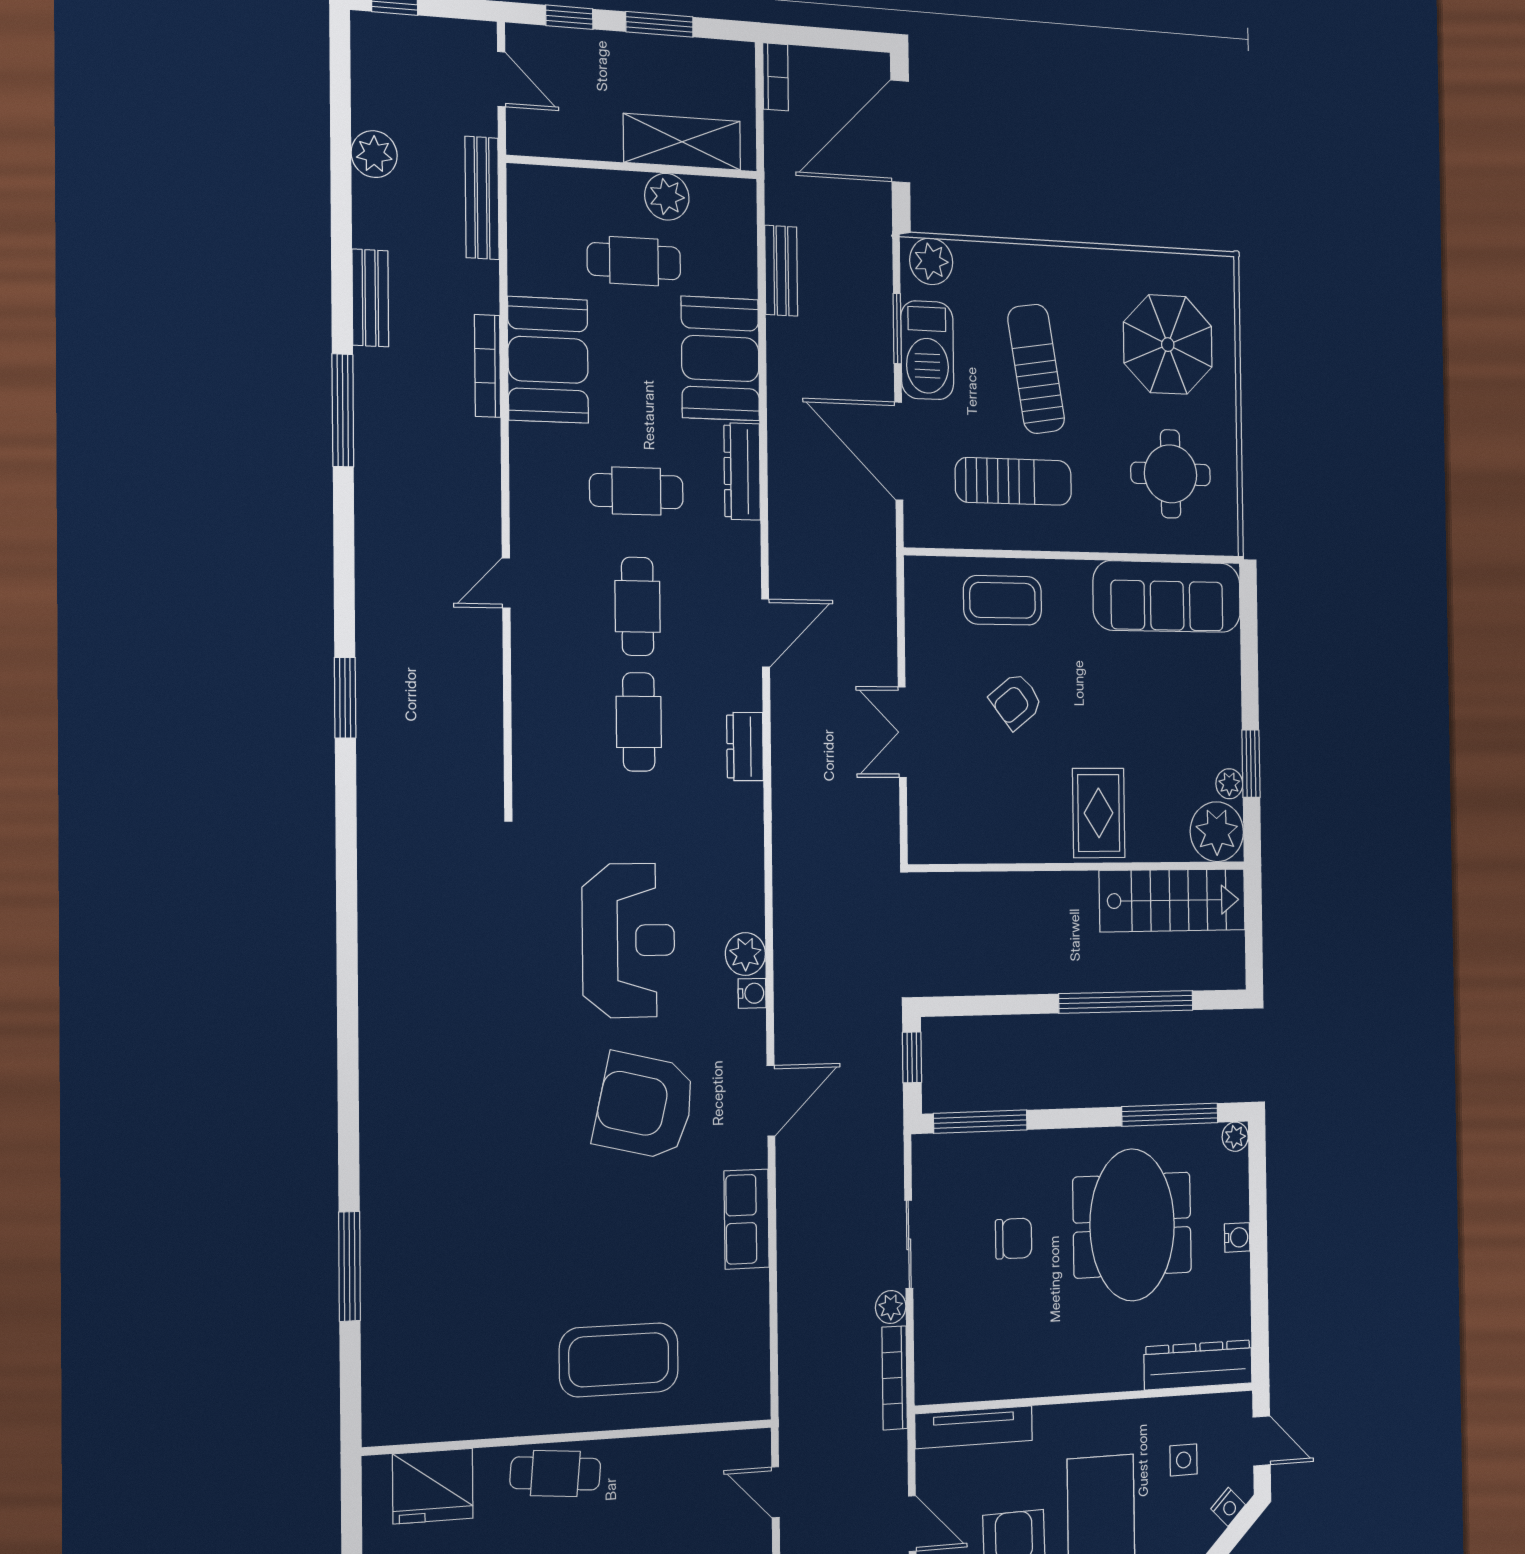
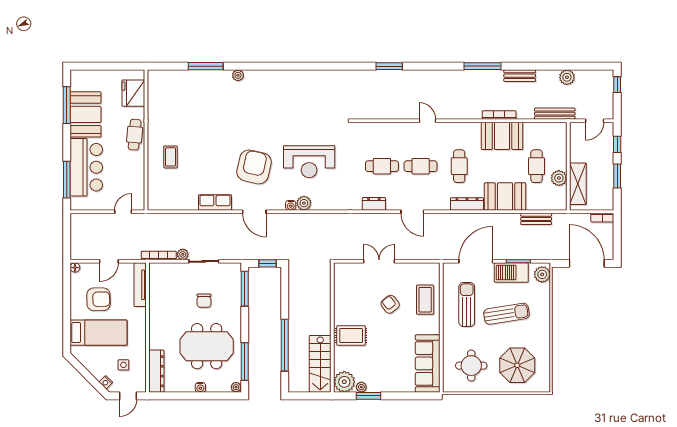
sun lounger: (1013, 481) -> (467, 304), turned 180
plant: (377, 1165) -> (238, 75), added
coffee table: (619, 1360) -> (170, 157), width x0.54, depth x0.58

